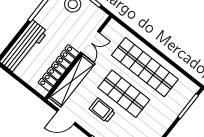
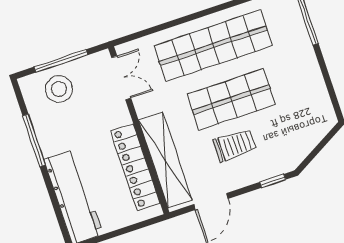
double door: (90, 42) -> (121, 78), moved
trolley: (102, 110) -> (235, 145), turned 180

